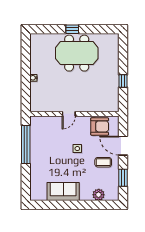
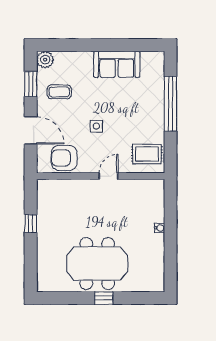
rug: (42, 129) -> (147, 154), added
window: (26, 144) -> (171, 104), moved
coffee table: (103, 162) -> (59, 92), moved
plant: (99, 195) -> (45, 60), moved

